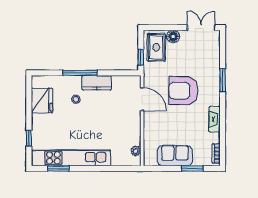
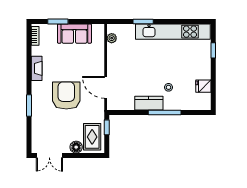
armchair: (183, 91) -> (66, 96), turned -90
fridge: (42, 101) -> (203, 86), width x0.53, depth x0.75
window: (58, 168) -> (143, 22), moved

